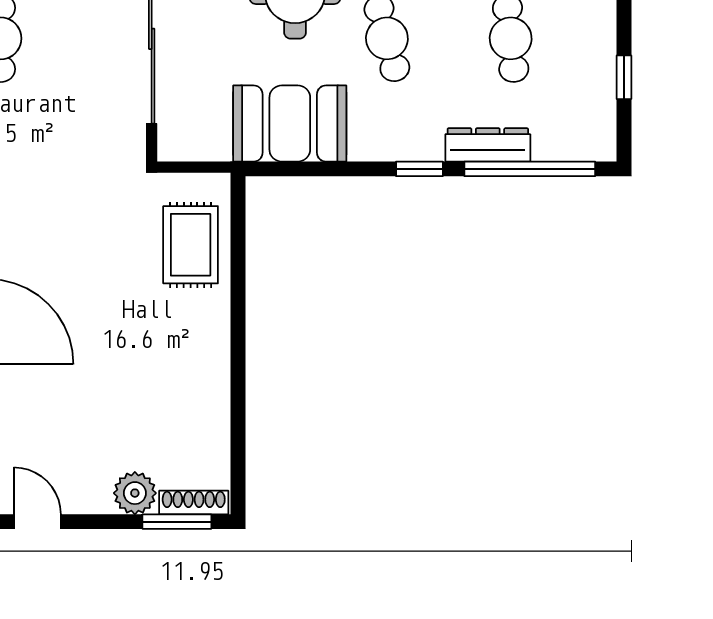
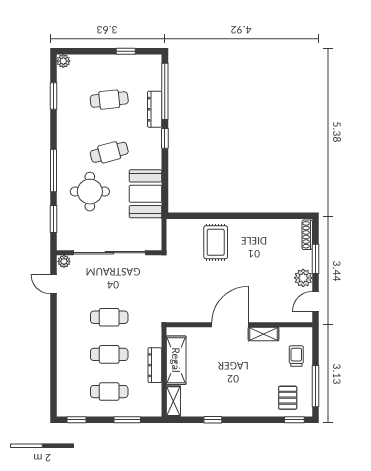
rug: (191, 245) -> (216, 242), moved, turned 90
plant: (135, 493) -> (303, 278), moved
window: (177, 522) -> (315, 259), moved

